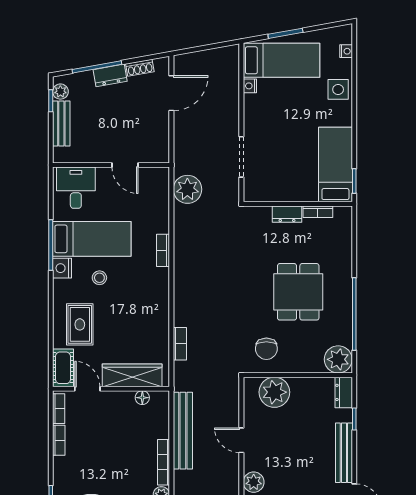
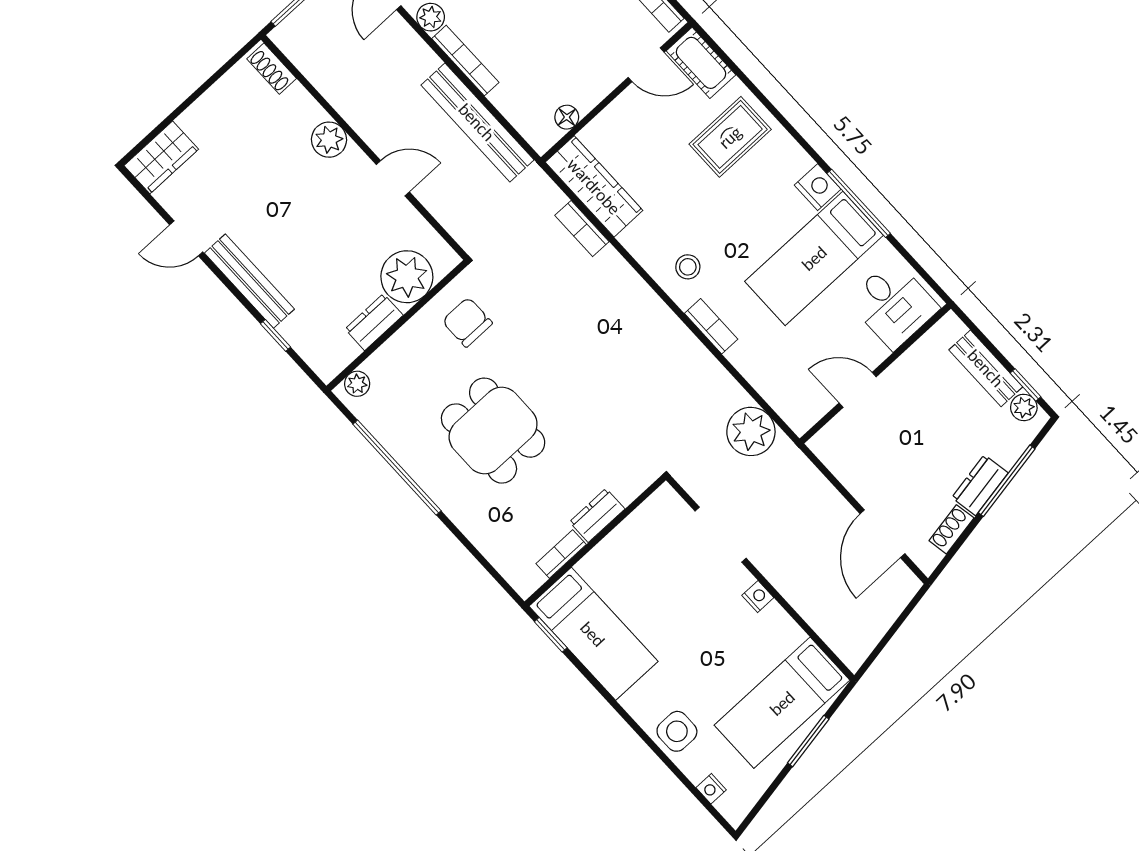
nightstand: (250, 86) -> (758, 596), moved
stool: (99, 278) -> (688, 267), moved
rug: (80, 324) -> (730, 137), turned 90
plant: (338, 359) -> (357, 384), width x0.53, depth x0.53
wardrobe: (132, 375) -> (594, 186), moved, turned -90
dresser: (344, 392) -> (374, 322), moved, turned -90

